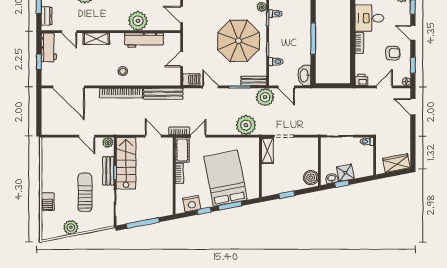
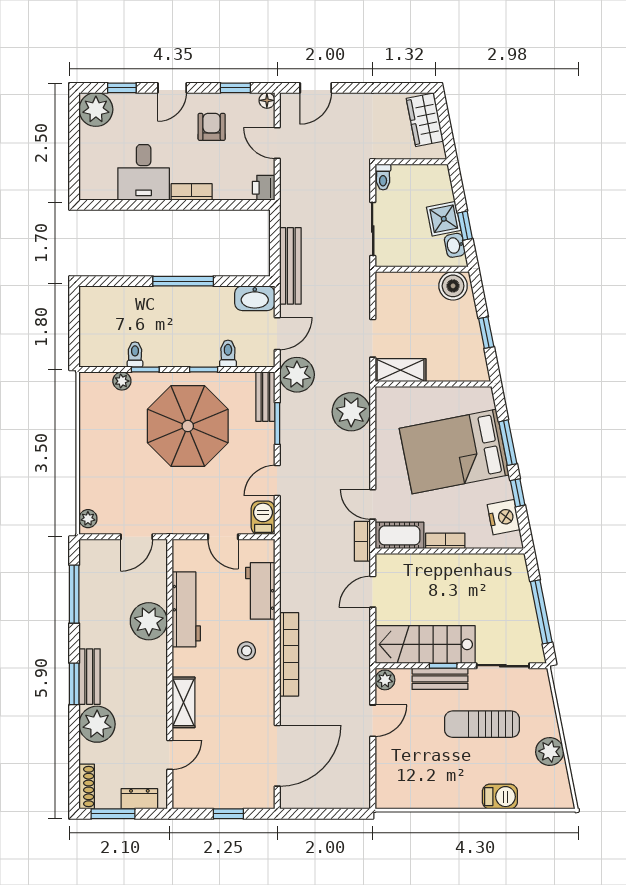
workbench: (49, 47) -> (260, 591), moved, turned -90
bench: (163, 94) -> (290, 266), moved

